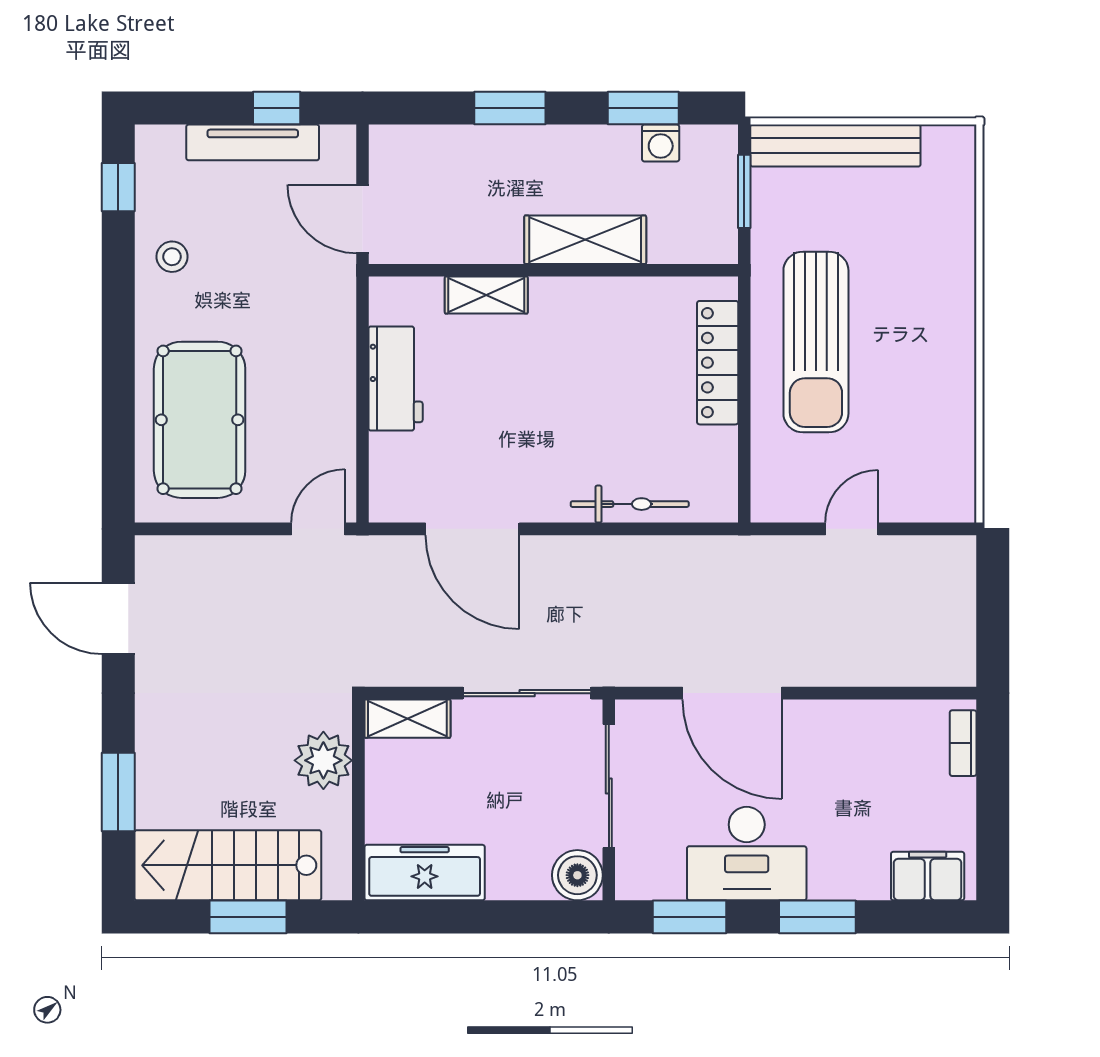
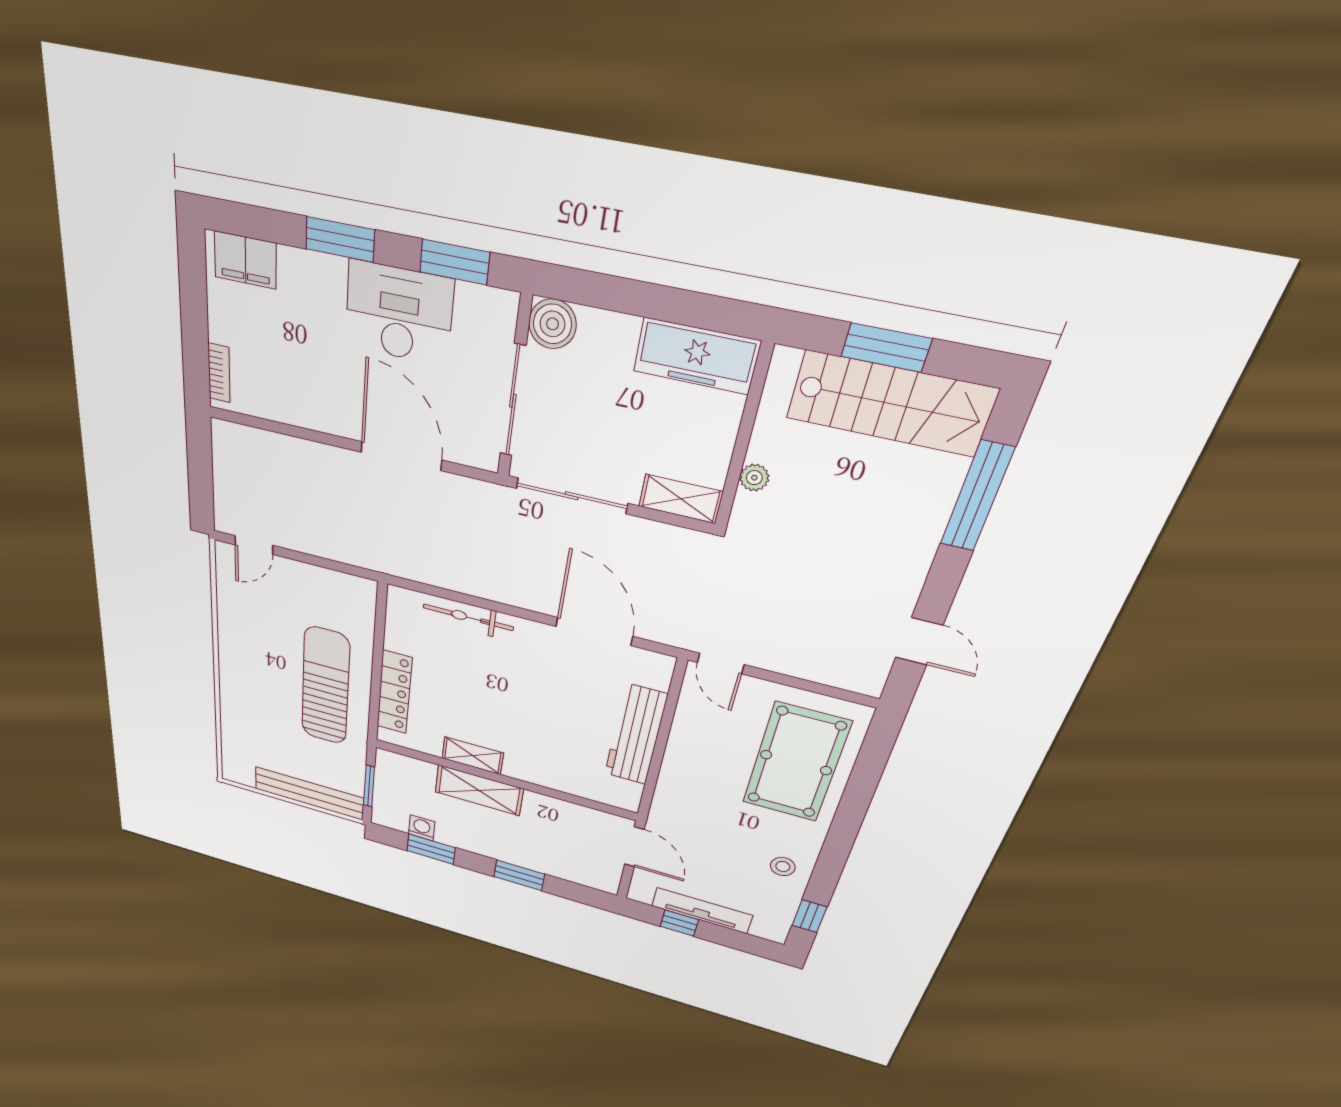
shelving: (486, 295) -> (473, 756), moved
workbench: (396, 378) -> (636, 735), width x1.38
door: (318, 529) -> (721, 664), hinge flipped
door: (852, 529) -> (254, 545), moved
door: (118, 618) -> (919, 641), width x0.73
plant: (323, 760) -> (754, 478), width x0.53, depth x0.53
window: (118, 792) -> (977, 496), width x1.44

